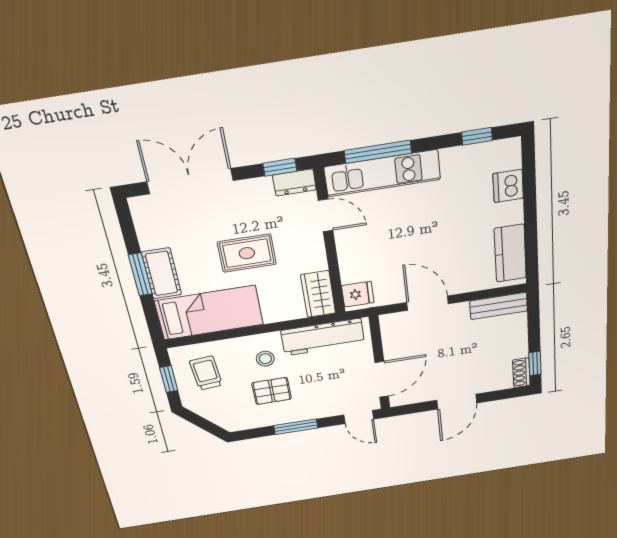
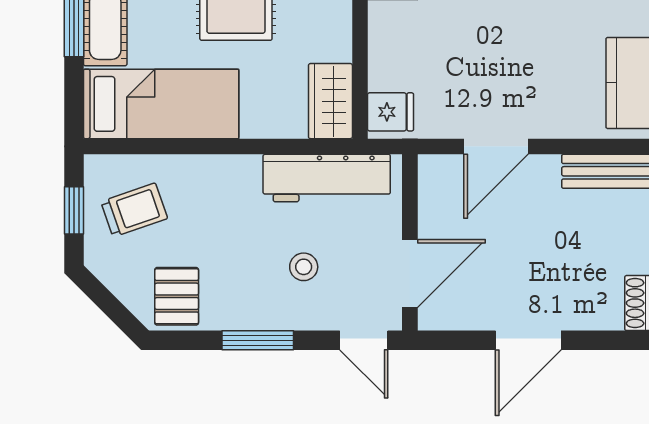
door: (427, 303) -> (496, 146), swing flipped
stool: (265, 359) -> (304, 267), moved
trolley: (206, 373) -> (134, 210), turned 76
pallet: (272, 391) -> (177, 296), moved, turned 90

